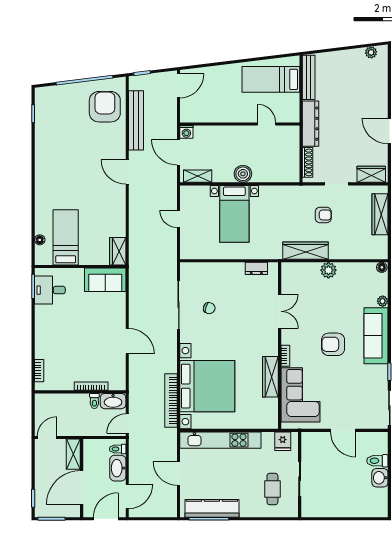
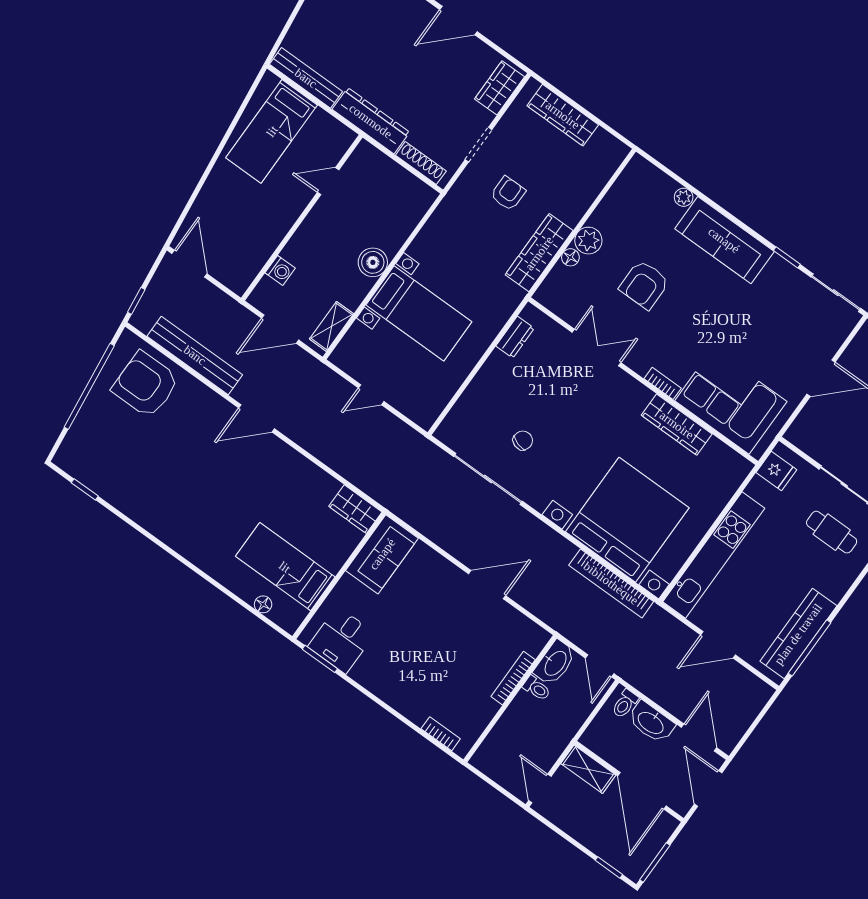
washing machine: (186, 132) -> (280, 270), moved
floor lamp: (382, 267) -> (570, 257), moved
armchair: (333, 344) -> (644, 285), moved

